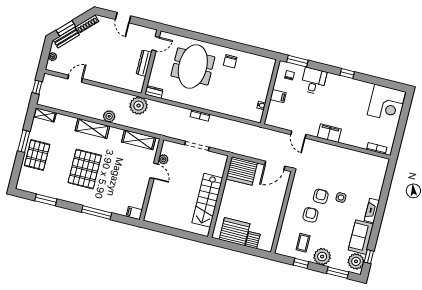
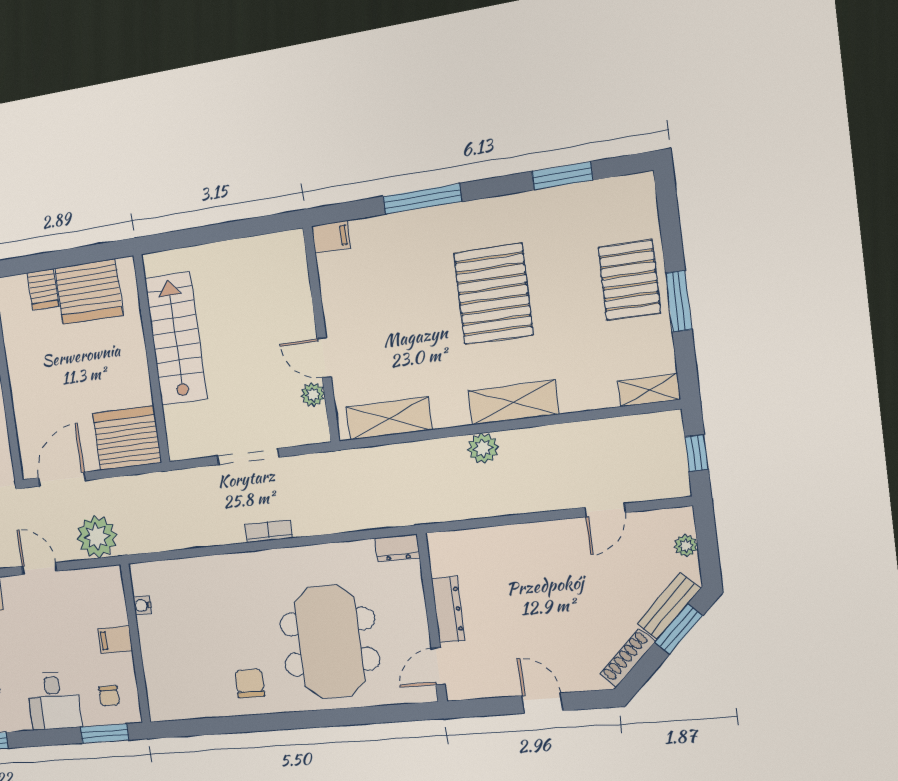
plant: (139, 106) -> (97, 537), moved

